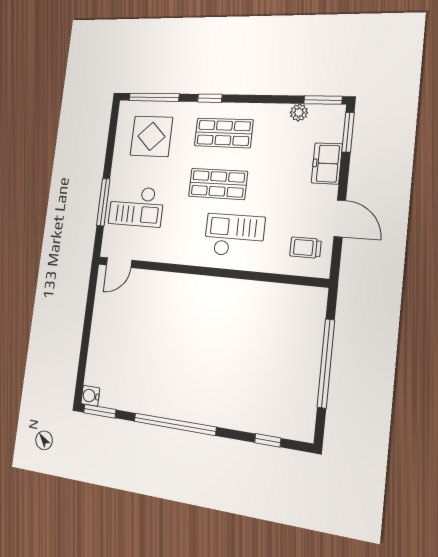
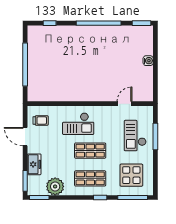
plant: (299, 112) -> (55, 186), width x1.88, depth x1.88
checkout: (136, 206) -> (135, 136), turned -90
door: (119, 263) -> (124, 104), moved
water cooler: (90, 396) -> (148, 61), moved

